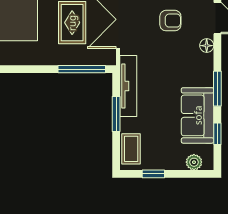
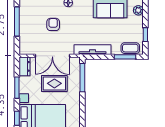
window: (116, 114) -> (125, 57), moved

